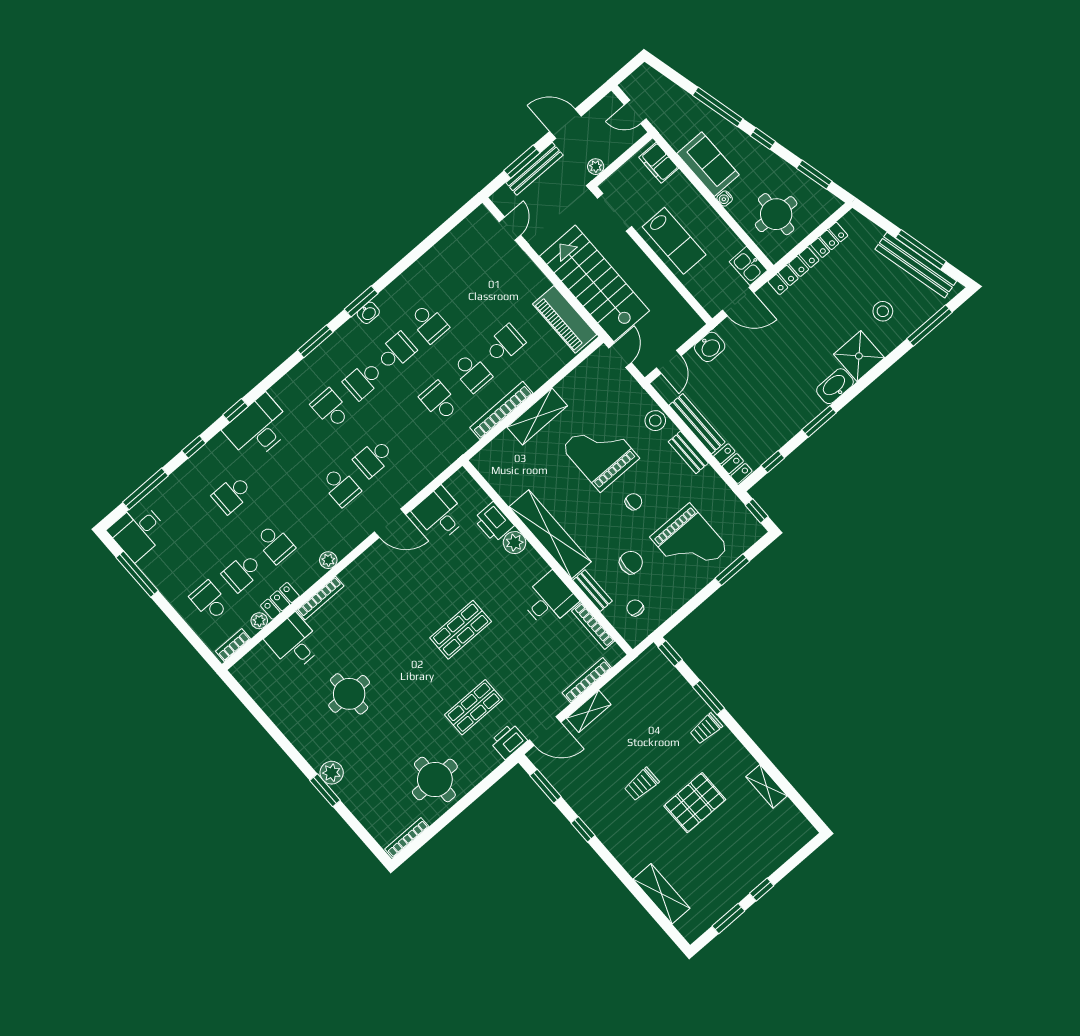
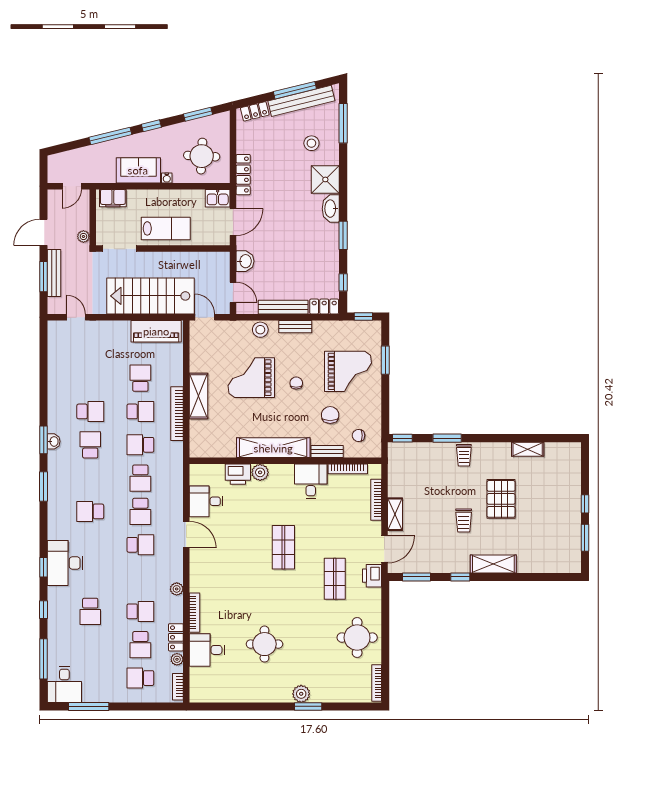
locker: (829, 240) -> (255, 111), moved, turned 76
school desk: (363, 380) -> (140, 478), moved
door: (390, 523) -> (186, 535), hinge flipped
shelving: (661, 894) -> (493, 564), moved

